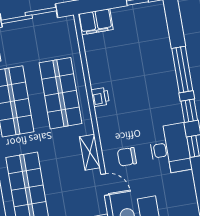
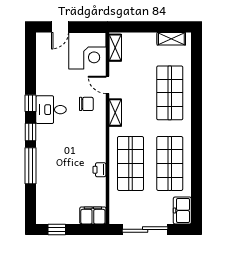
printer: (100, 97) -> (99, 170), moved
desk: (170, 149) -> (51, 110), width x0.73

